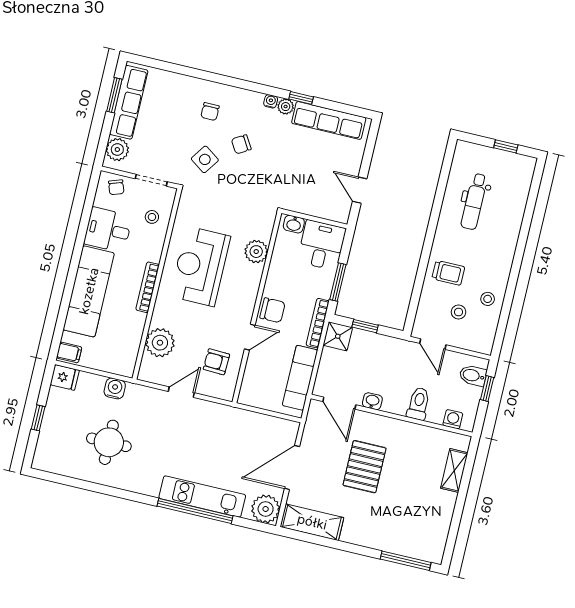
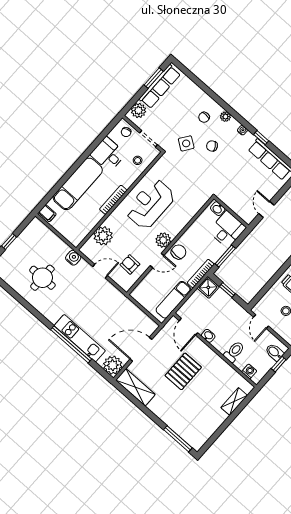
plant: (286, 107) -> (225, 117), moved
plant: (256, 252) -> (163, 240), moved
chair: (273, 310) -> (179, 252), turned -90
fridge: (65, 377) -> (37, 226), removed
water cooler: (115, 388) -> (73, 258), moved

